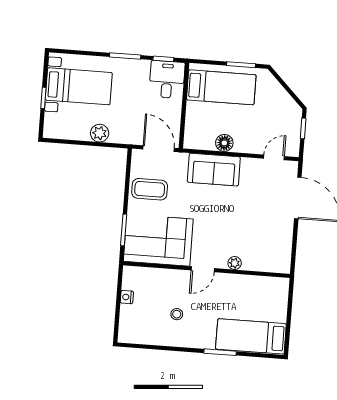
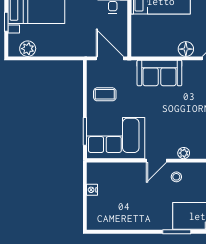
plant: (100, 133) -> (28, 49), moved
floor lamp: (224, 143) -> (186, 49), moved
coffee table: (150, 189) -> (105, 94), width x0.73, depth x0.77
stool: (177, 314) -> (176, 177), moved

